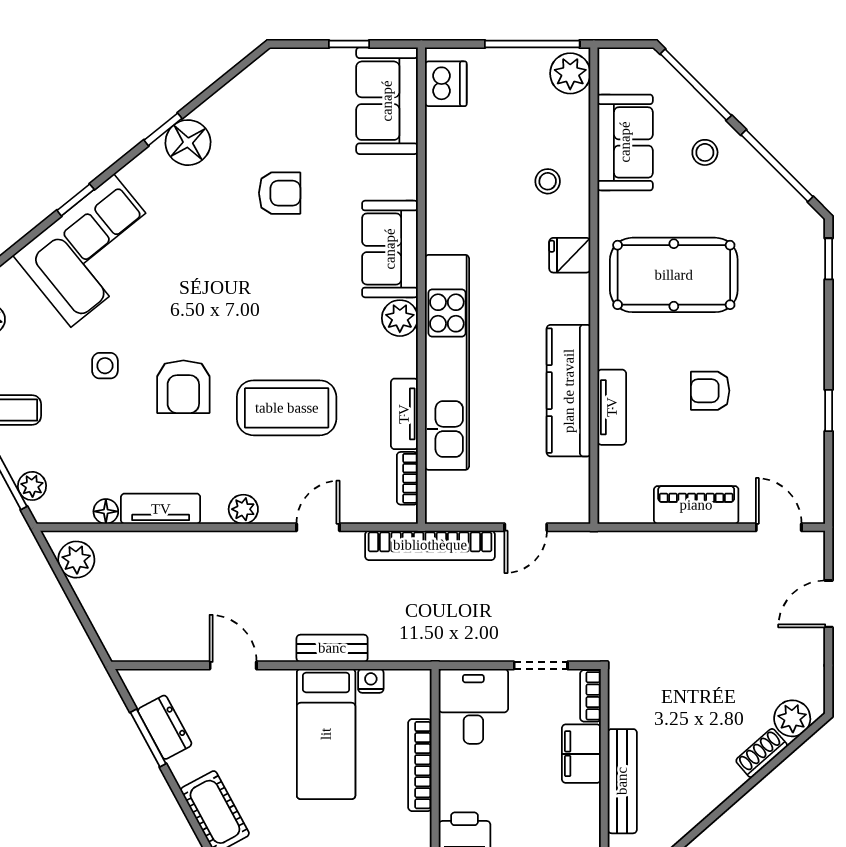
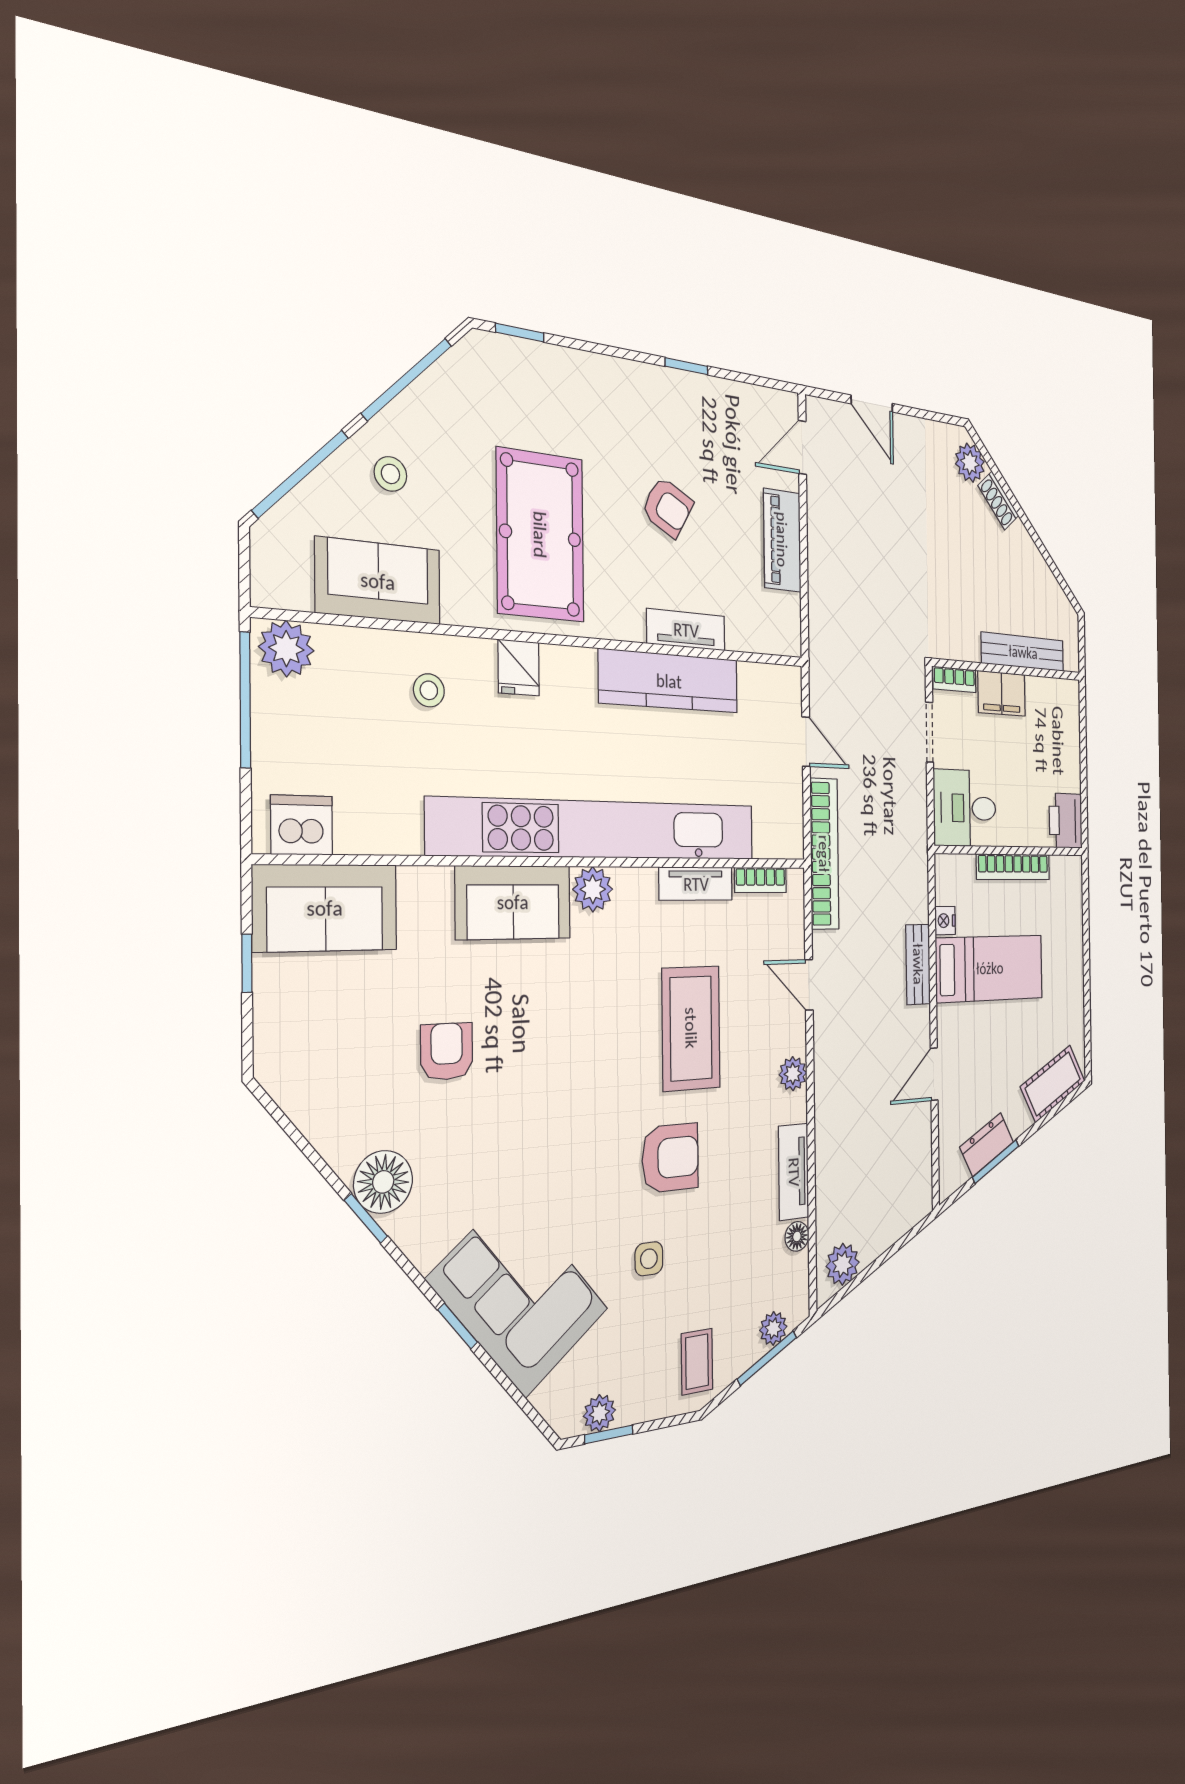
kitchen unit: (447, 362) -> (598, 829), width x1.36
armchair: (710, 391) -> (667, 507), turned -61

